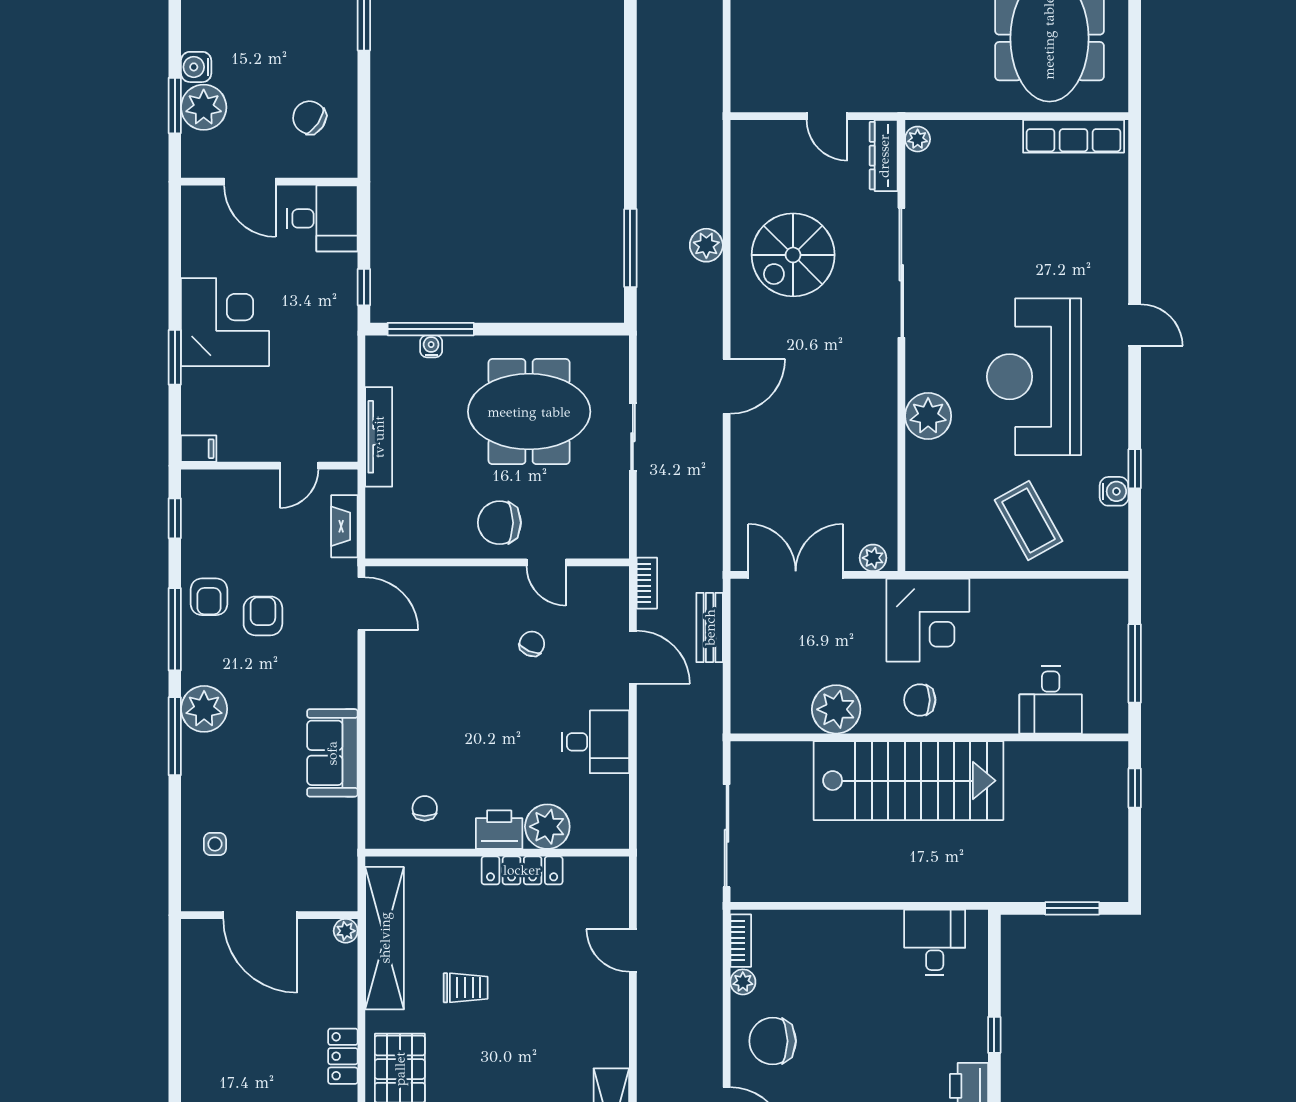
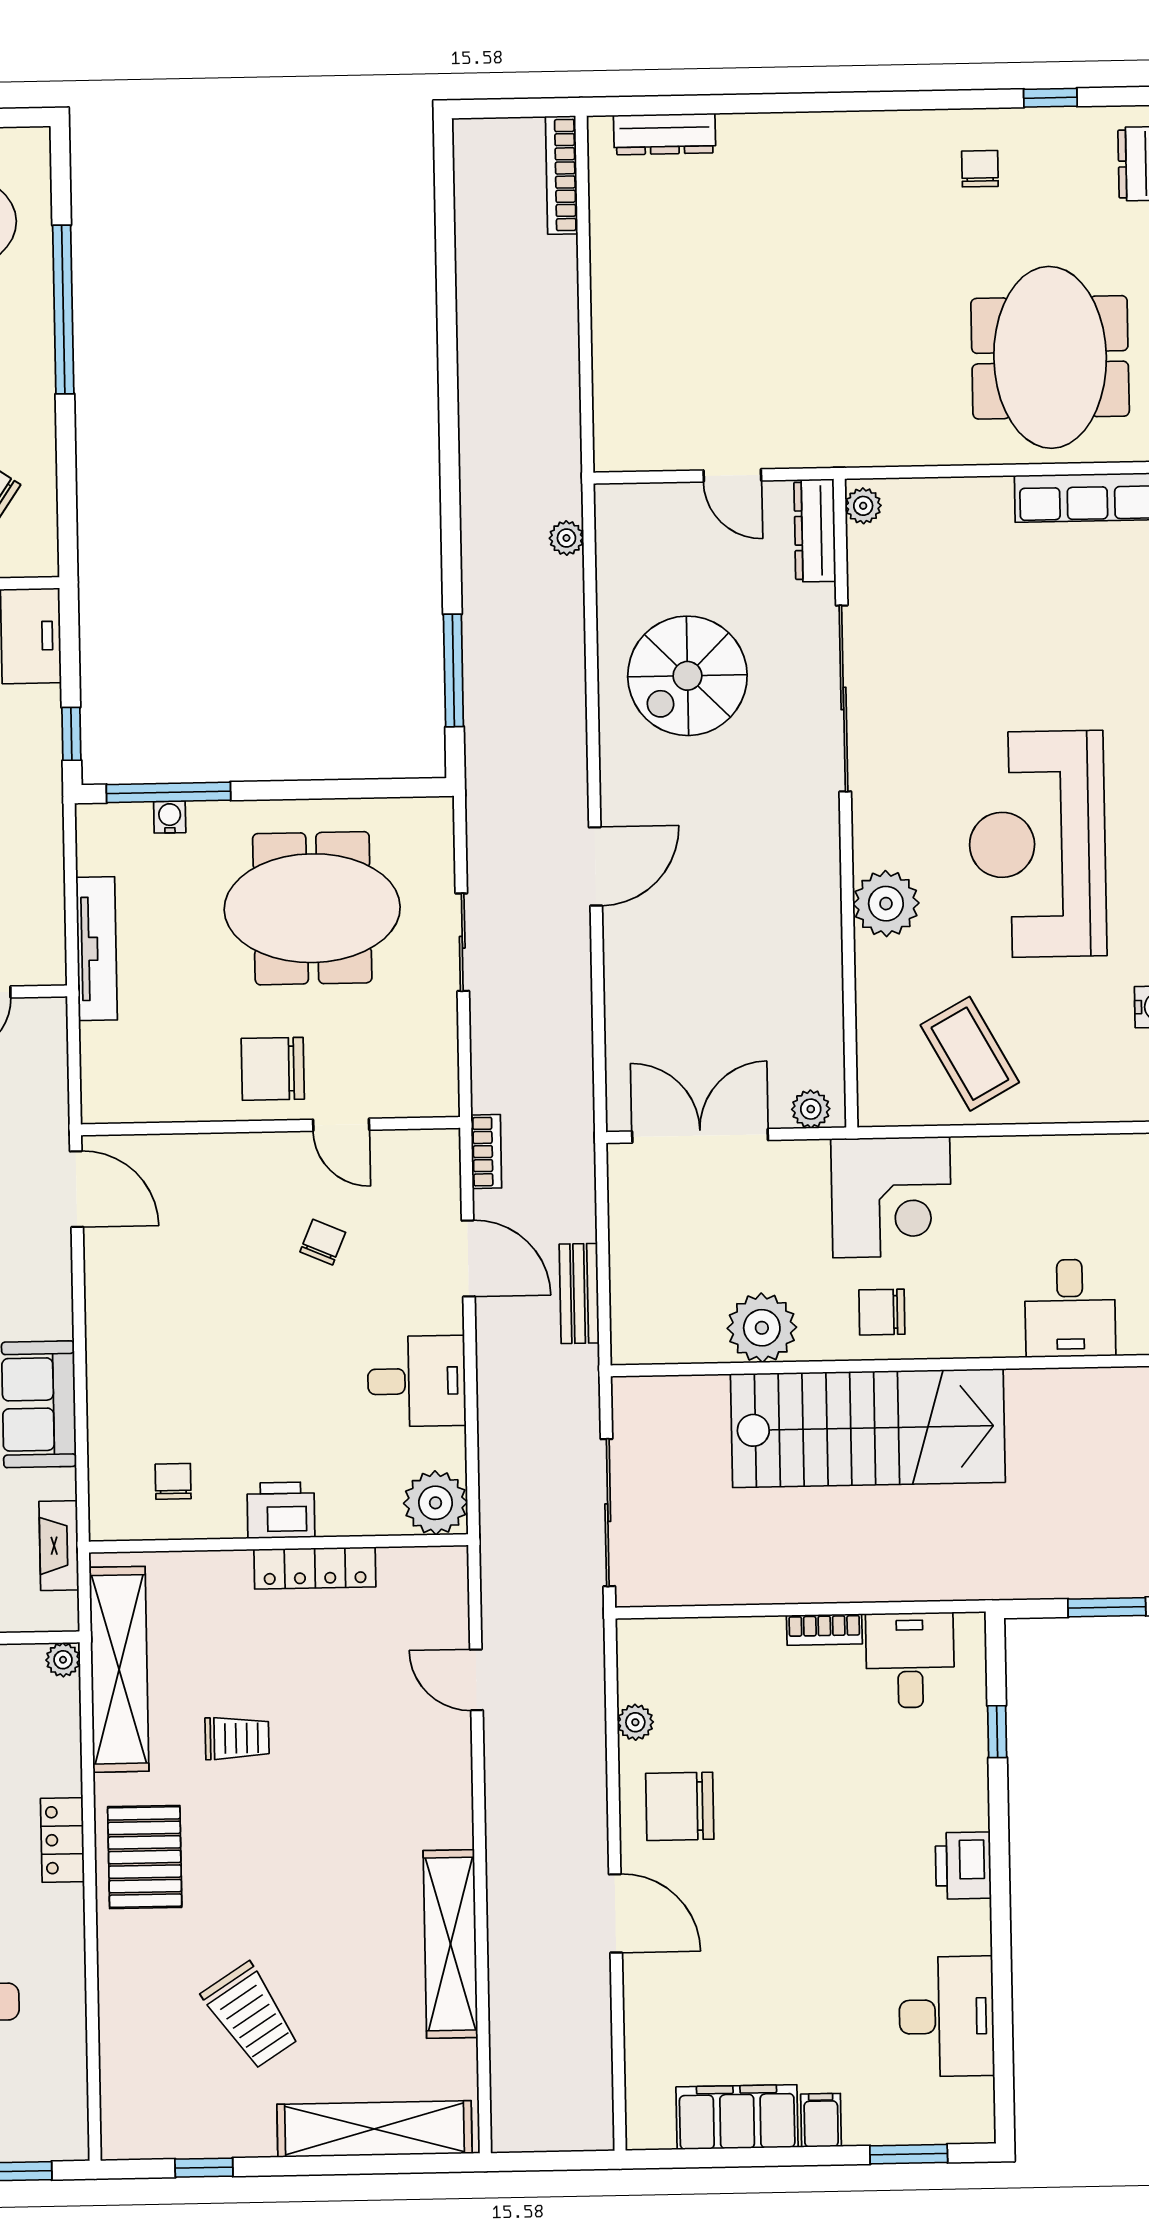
plant: (706, 245) -> (566, 538), moved, width x0.73, depth x0.73
coffee table: (1029, 520) -> (970, 1054), moved
fireplace: (344, 526) -> (59, 1546), moved
bench: (710, 627) -> (579, 1293), moved
plant: (547, 827) -> (436, 1503), moved
bookcase: (741, 941) -> (824, 1630), moved, turned 90
window: (994, 1035) -> (997, 1732), moved

